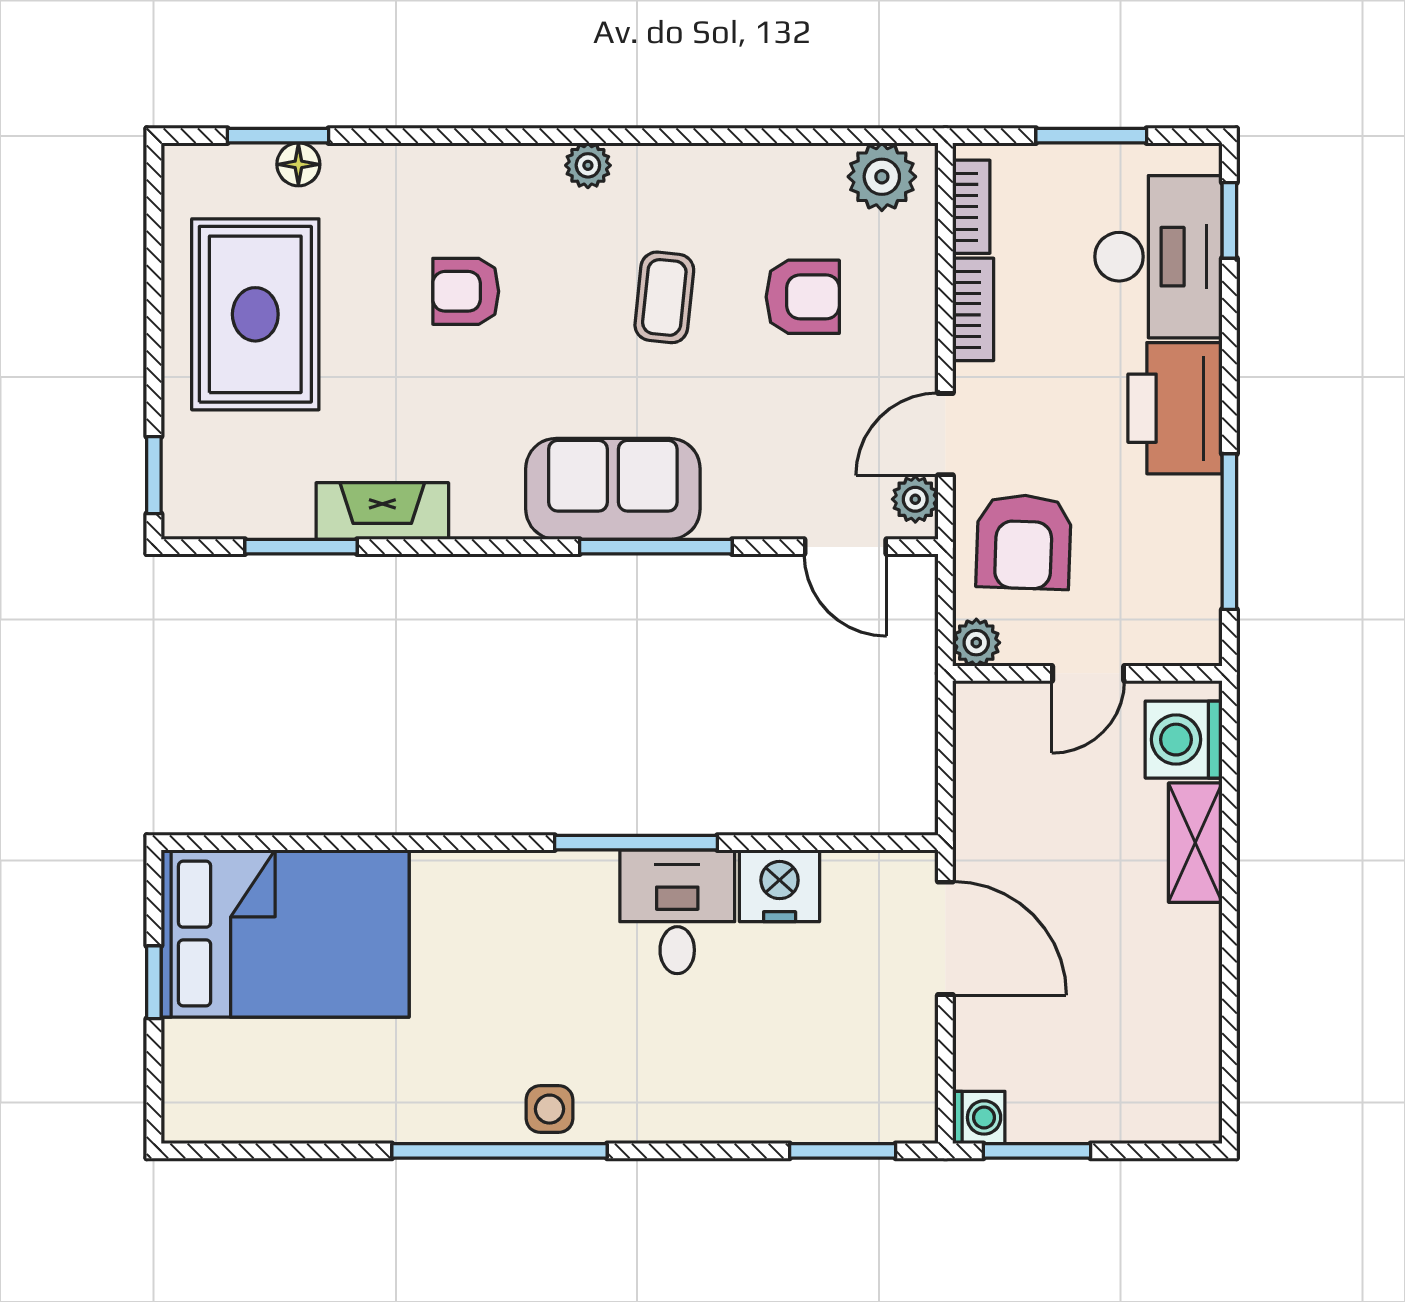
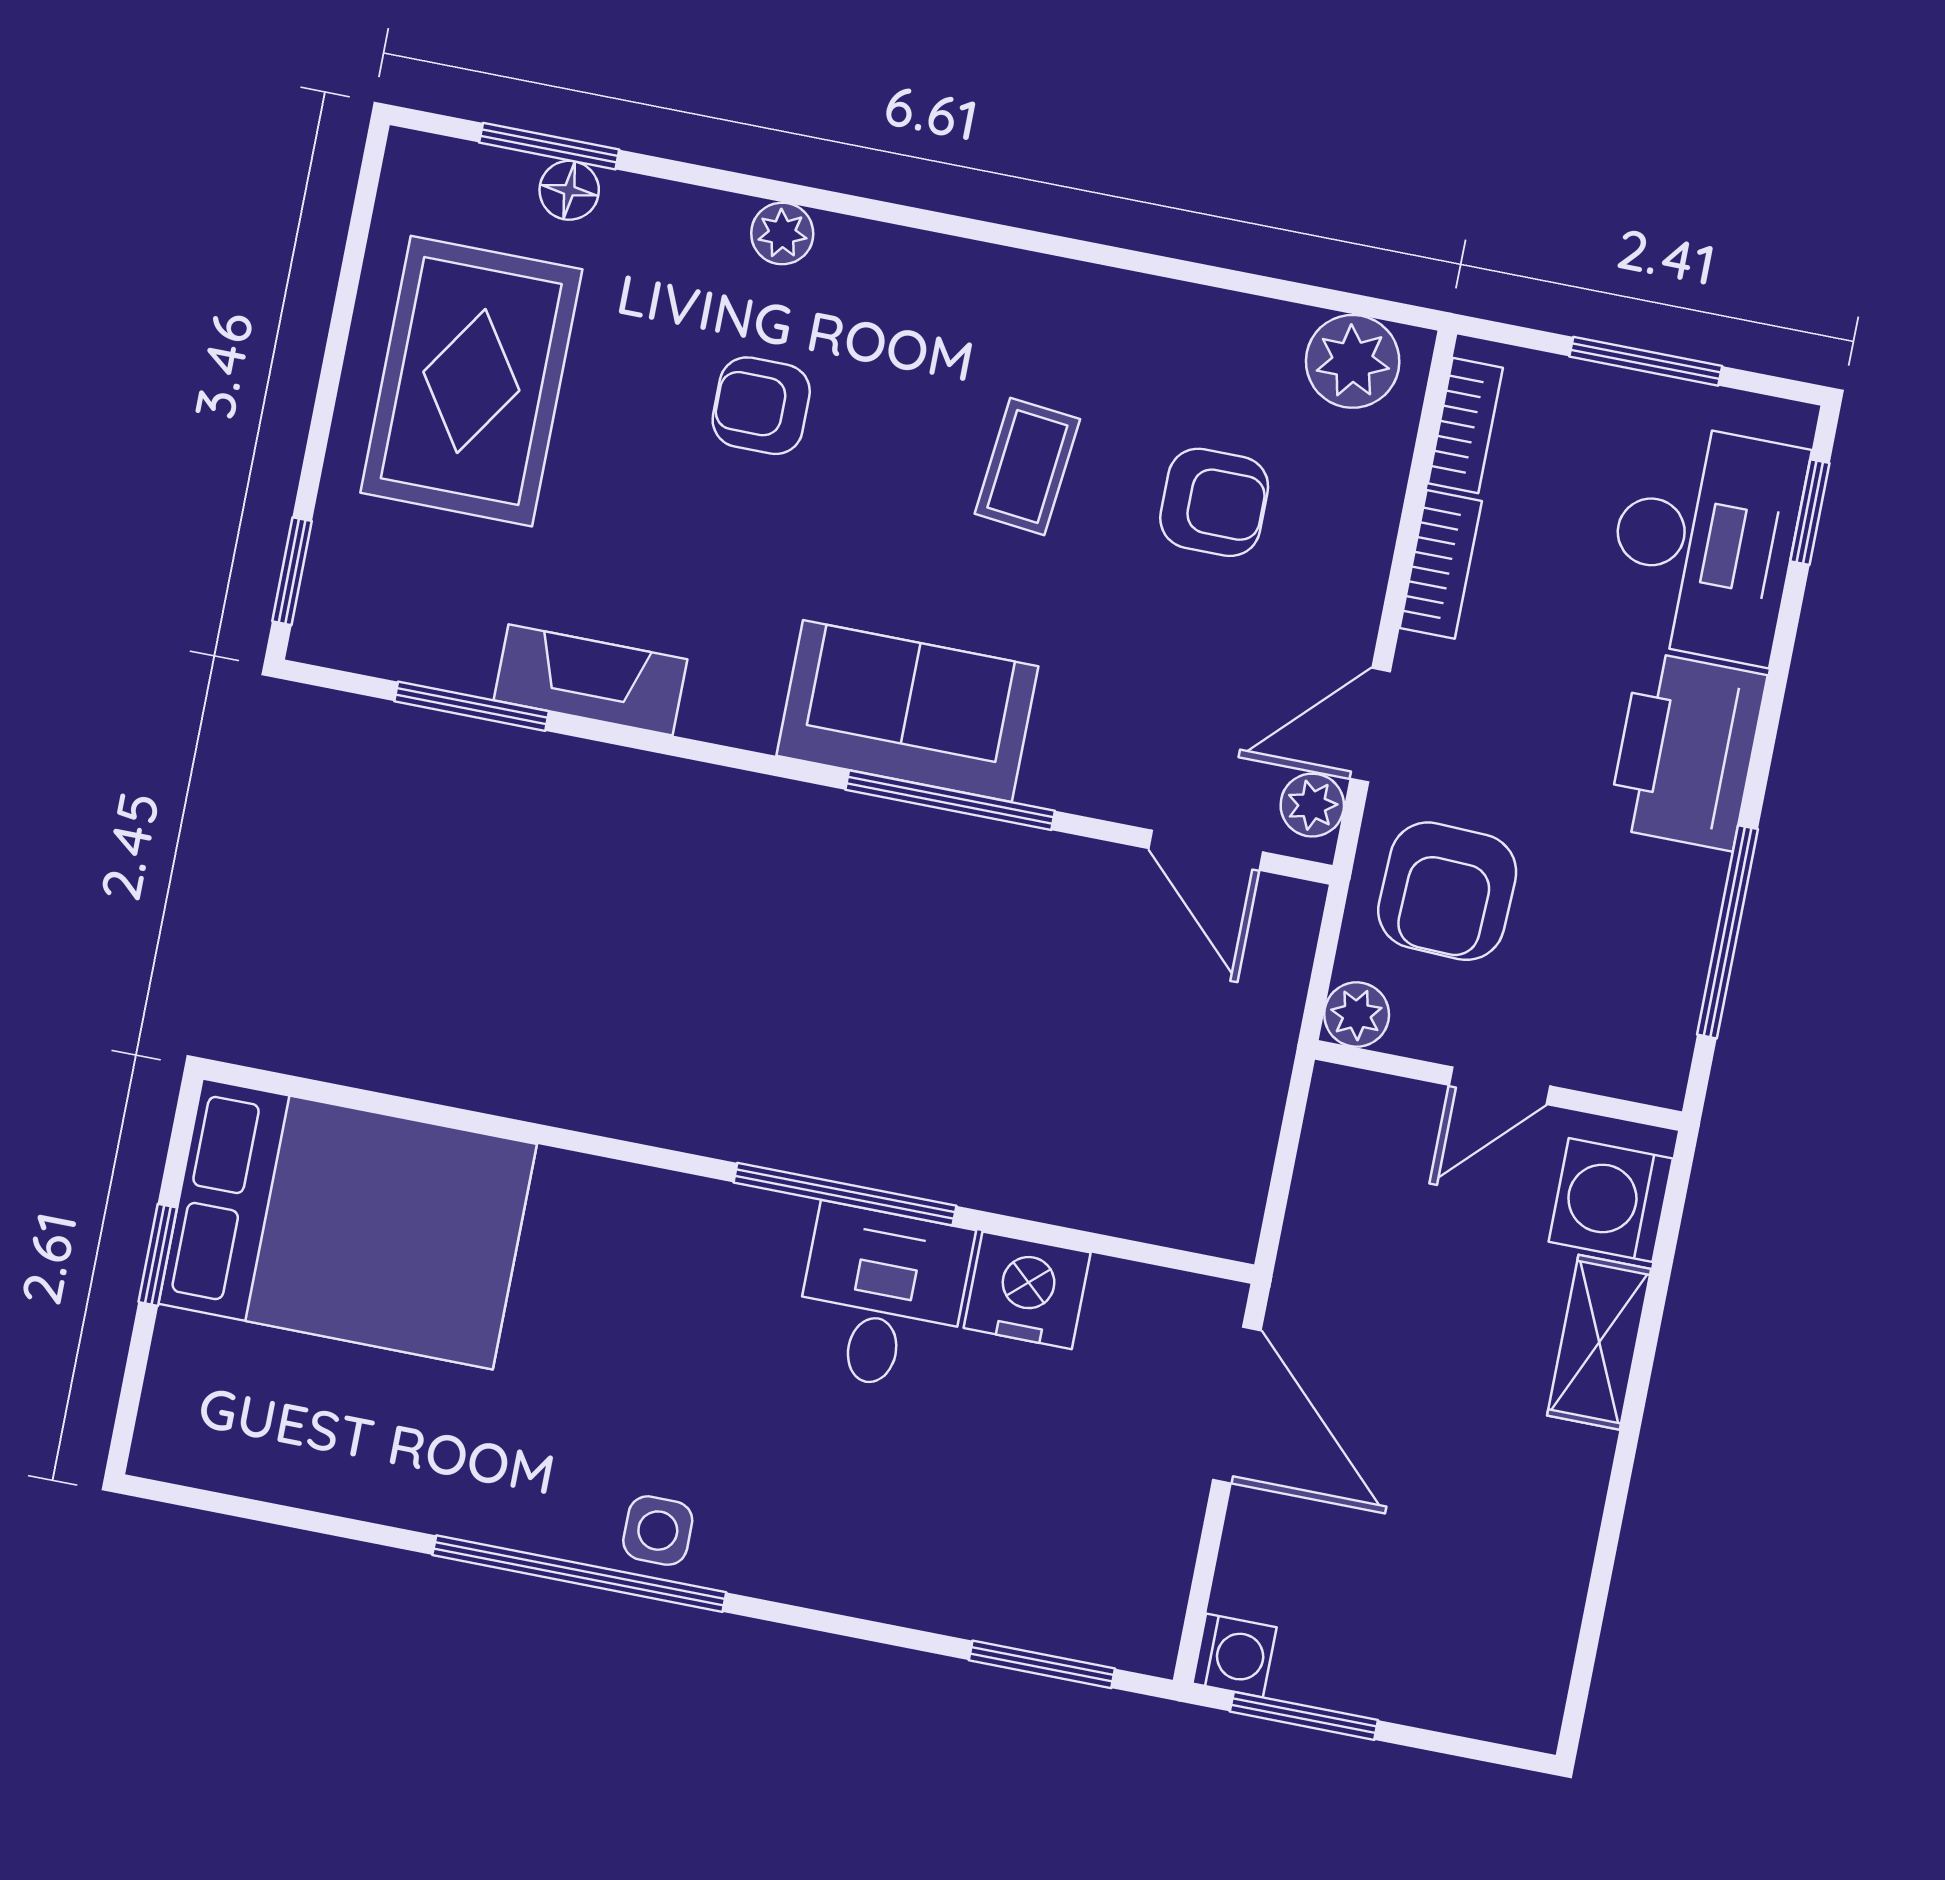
plant: (588, 165) -> (782, 233), moved

